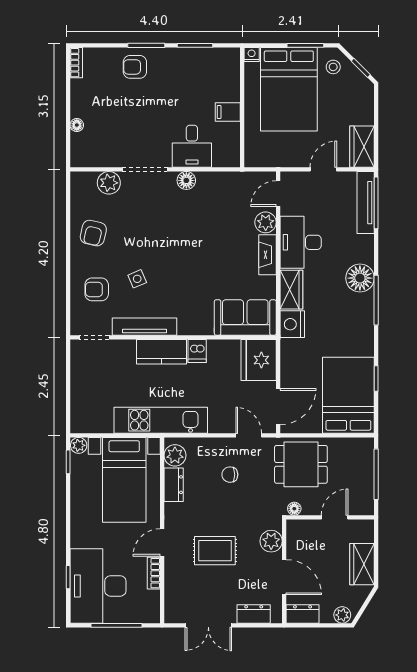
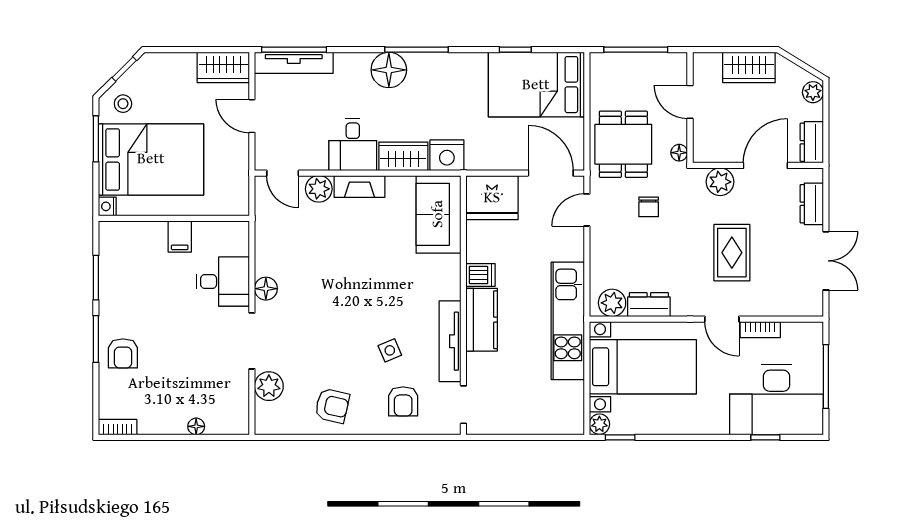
desk: (301, 242) -> (353, 145), width x0.73
chair: (230, 475) -> (649, 207), moved

